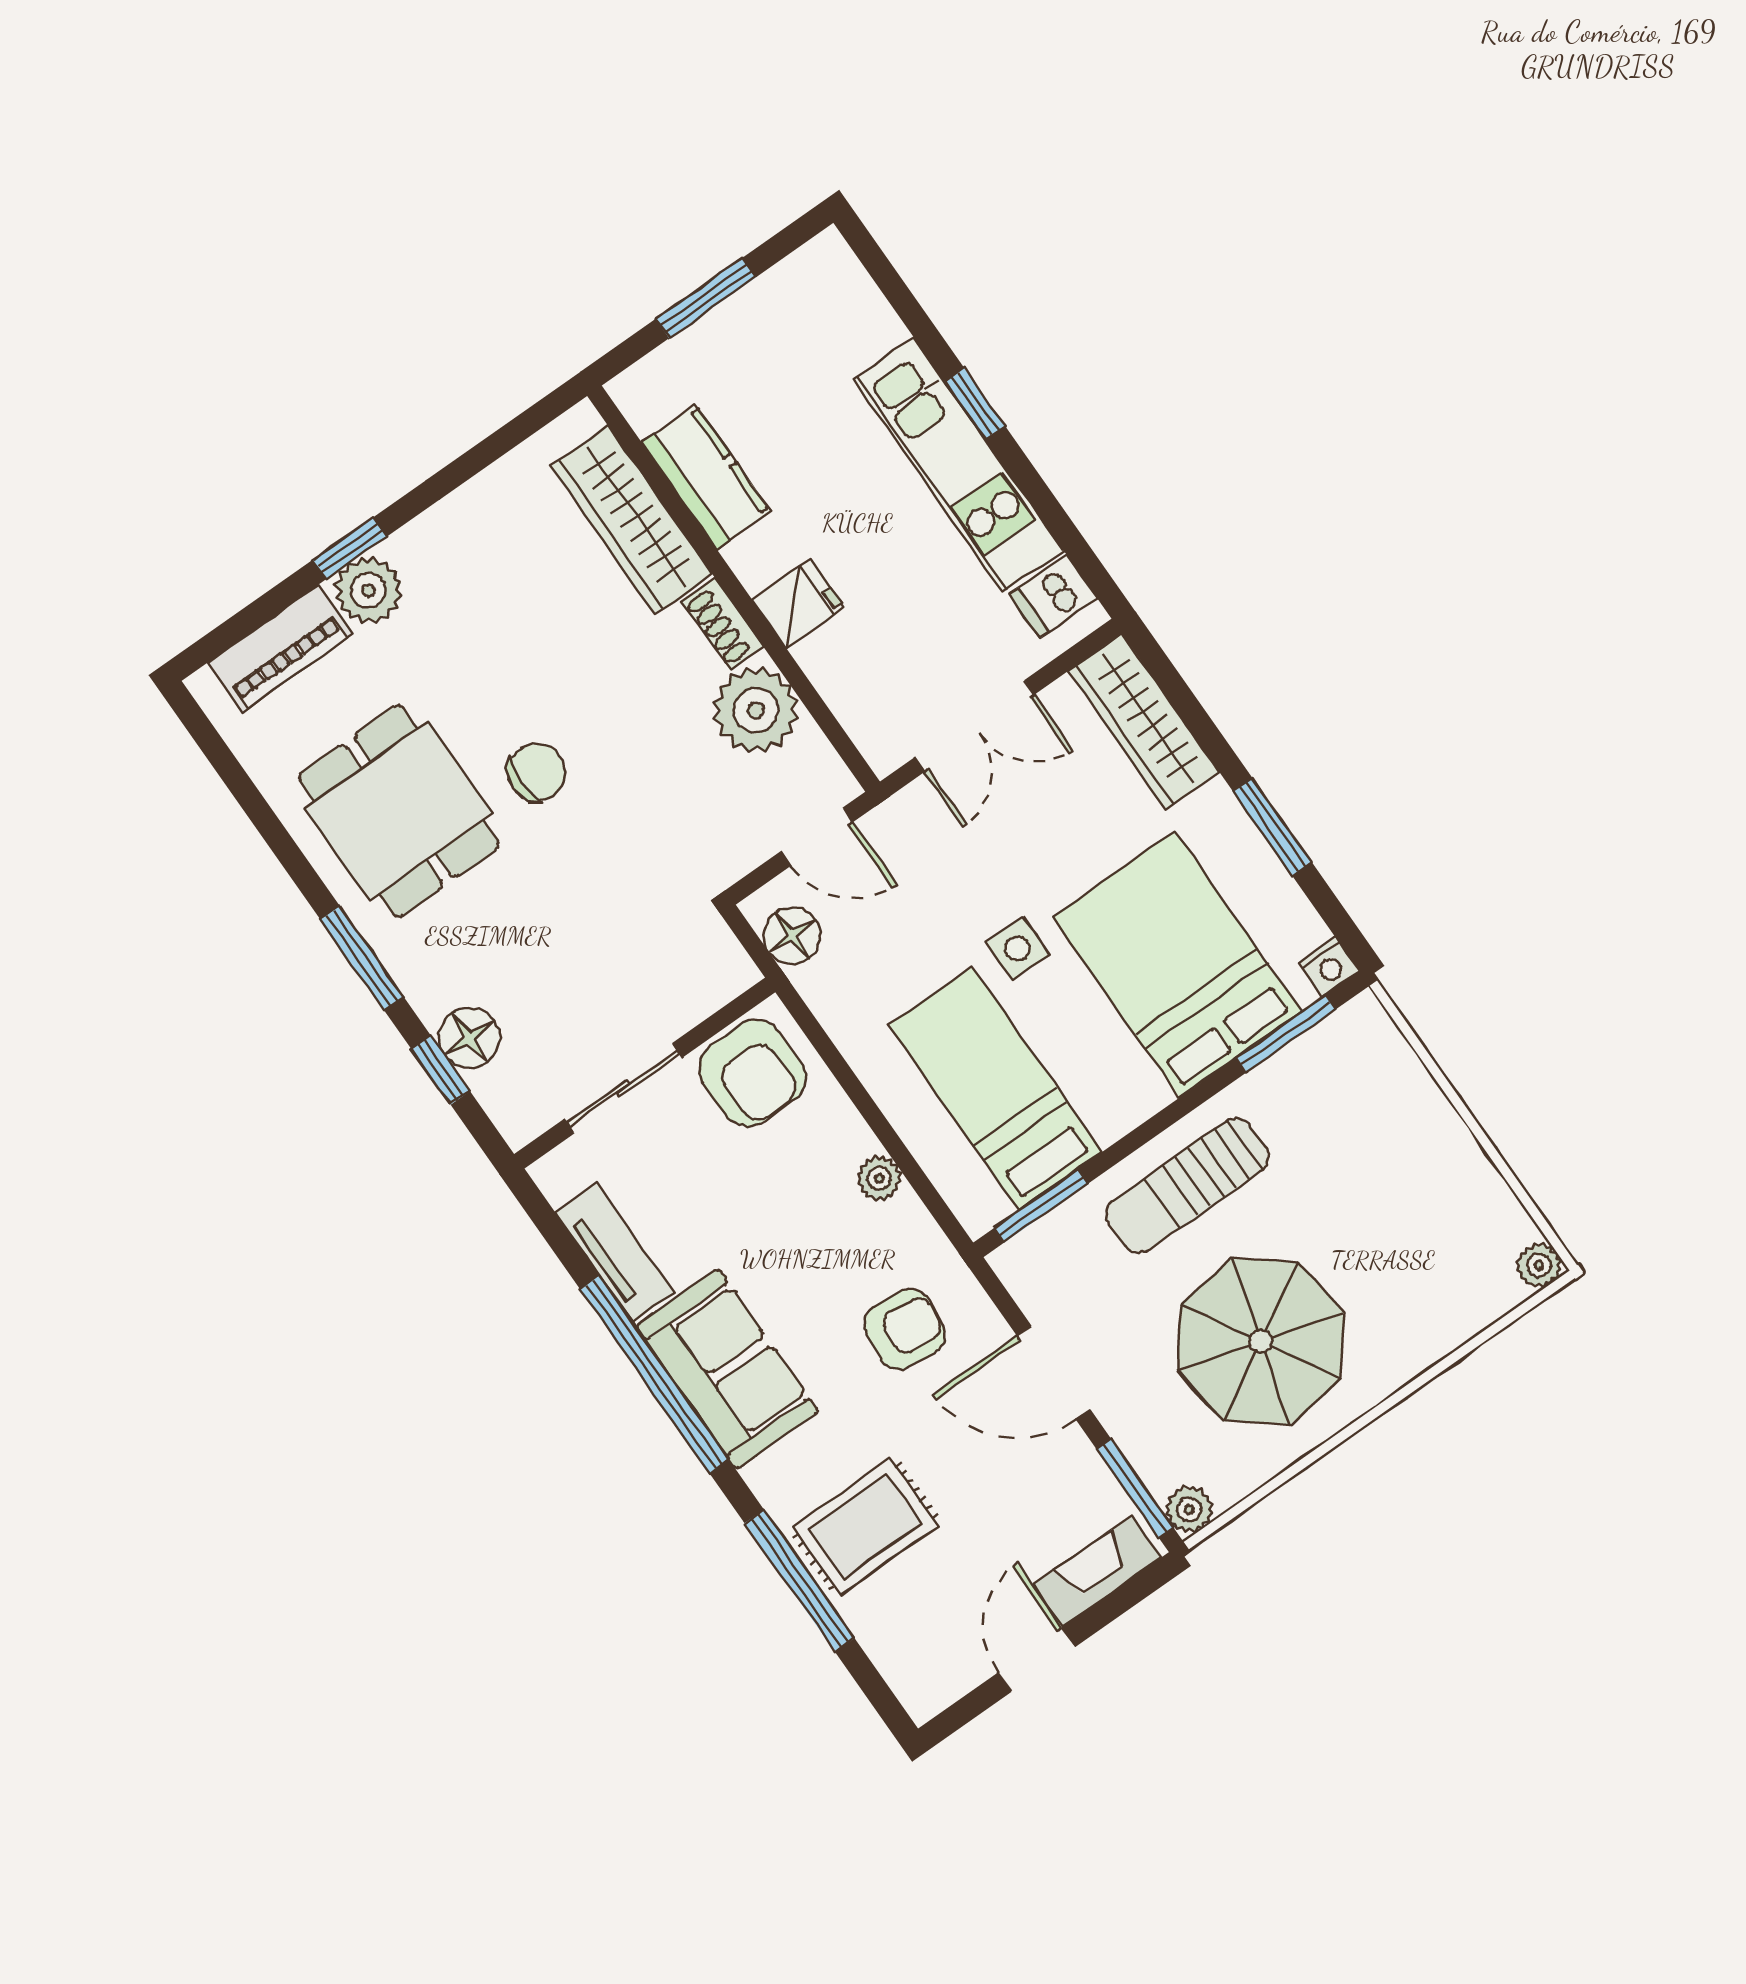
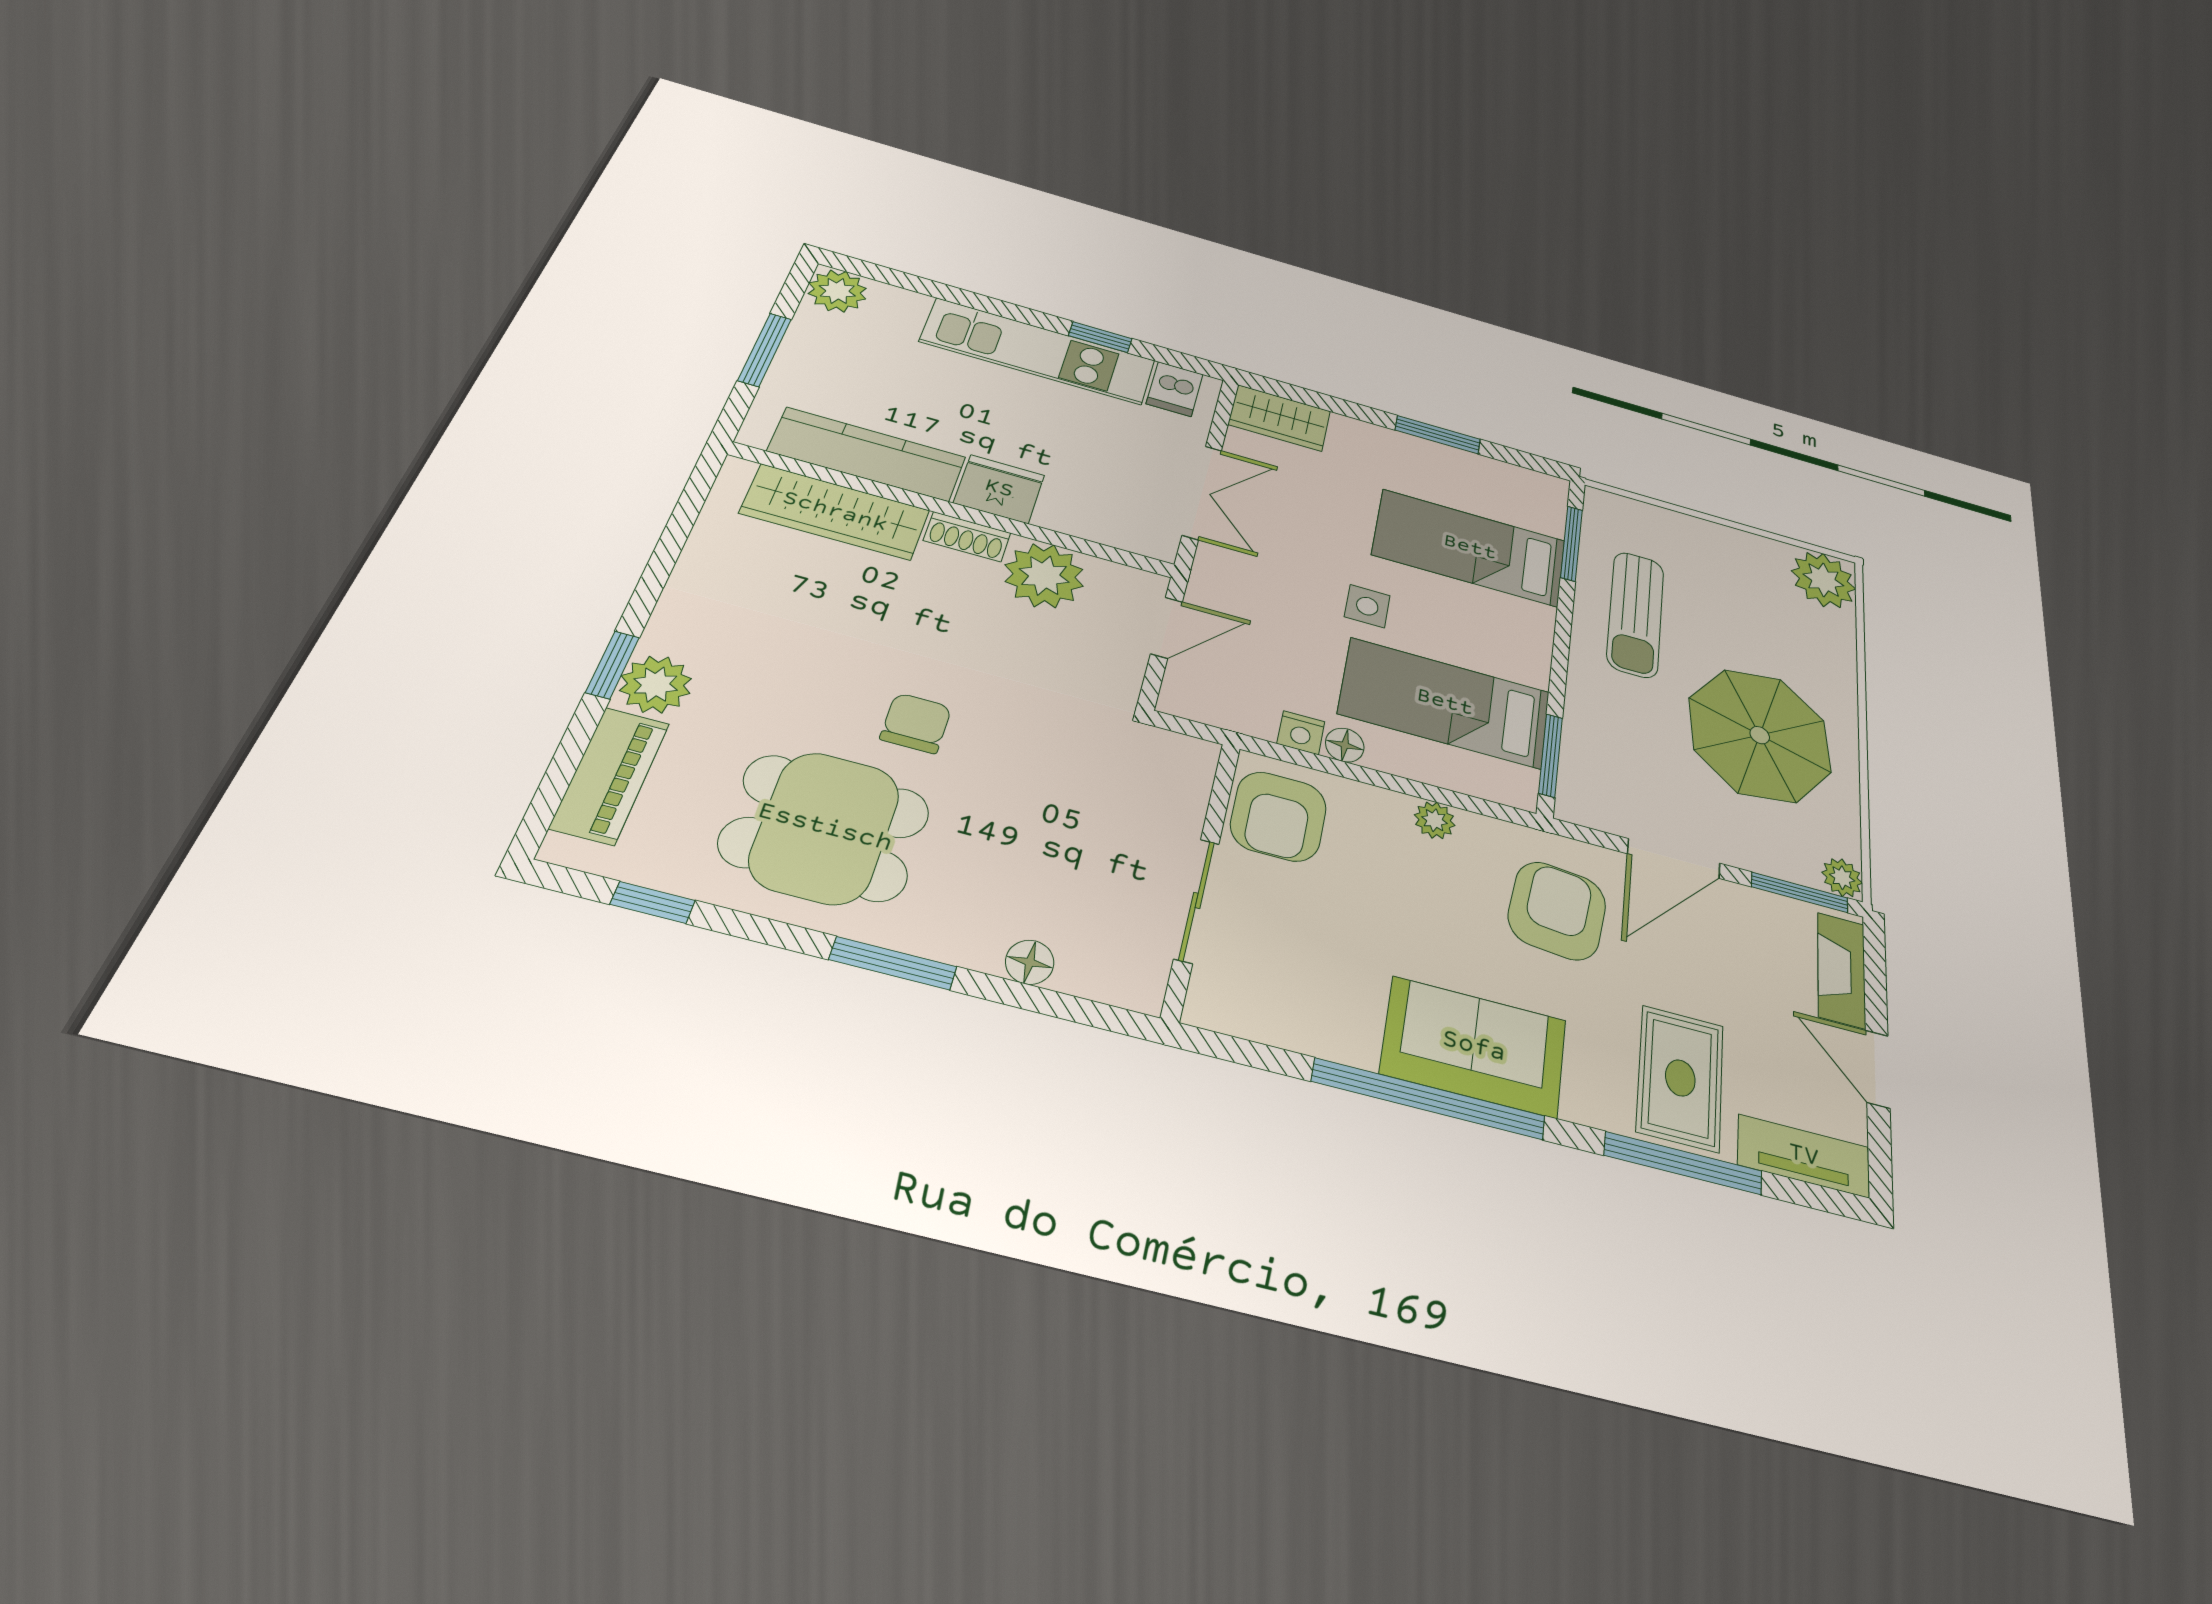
plant: (825, 269) -> (837, 291), added
window: (975, 404) -> (1100, 337), moved
kitchen counter: (706, 477) -> (867, 454), width x1.50
fridge: (798, 603) -> (999, 489), width x1.38
wardrobe: (1144, 721) -> (1280, 418), width x0.67
floor lamp: (792, 936) -> (1345, 745), moved, width x0.73, depth x0.73
bed: (1177, 964) -> (1470, 548), width x0.67
nightstand: (1329, 967) -> (1301, 733), moved, turned 90
floor lamp: (469, 1038) -> (1030, 962), width x0.73, depth x0.73
window: (441, 1070) -> (653, 902), moved
armchair: (752, 1073) -> (1278, 816), turned 90
sun lounger: (1187, 1186) -> (1636, 614), moved
tv unit: (615, 1252) -> (1804, 1156), moved
plant: (1539, 1265) -> (1823, 580), width x1.88, depth x1.88
armchair: (905, 1329) -> (1557, 911), width x1.38, depth x1.38

